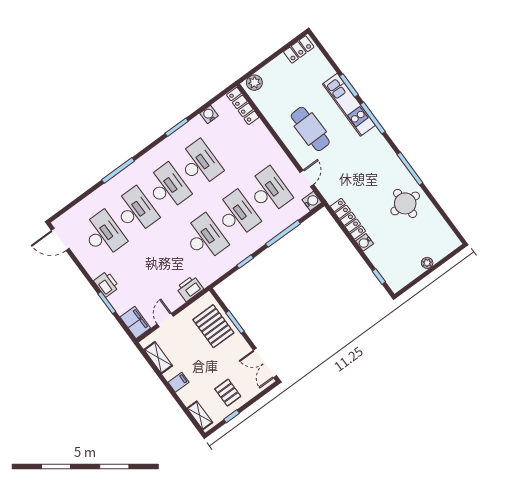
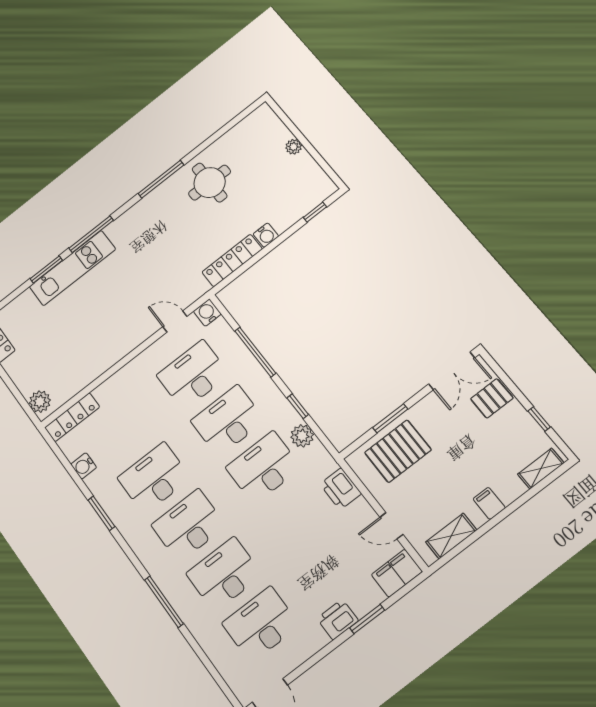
cafe table: (310, 129) -> (105, 320), removed
plant: (225, 264) -> (302, 436), added
pallet: (228, 393) -> (492, 398), moved

